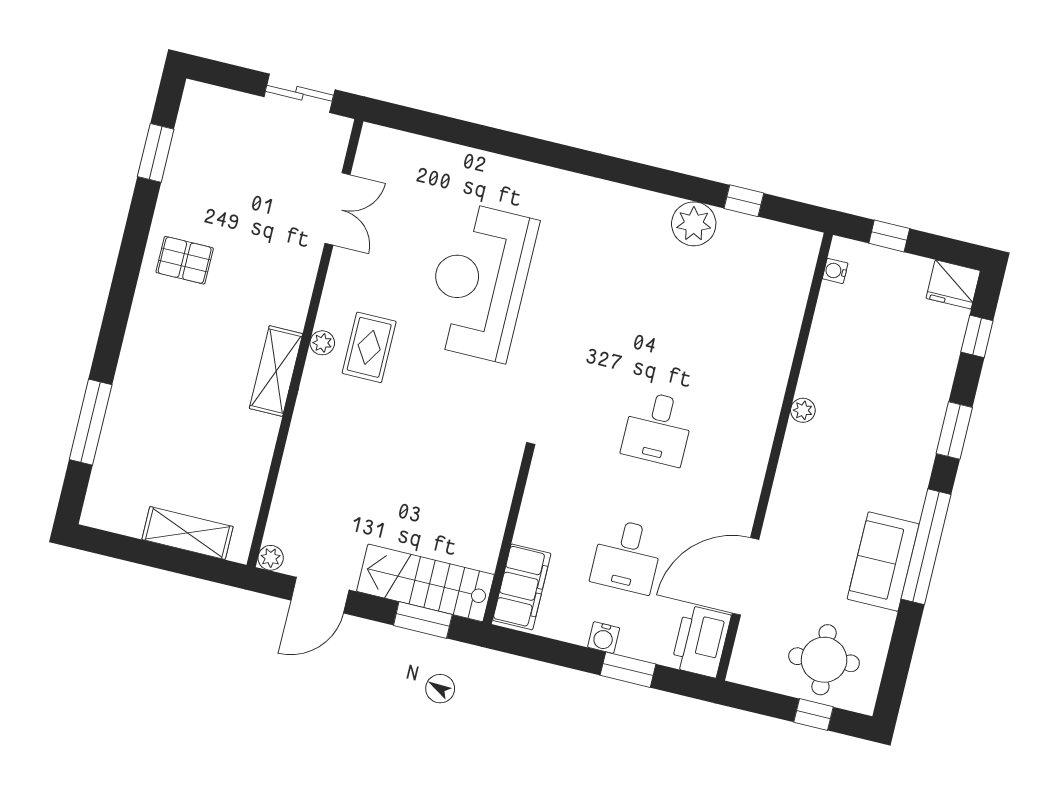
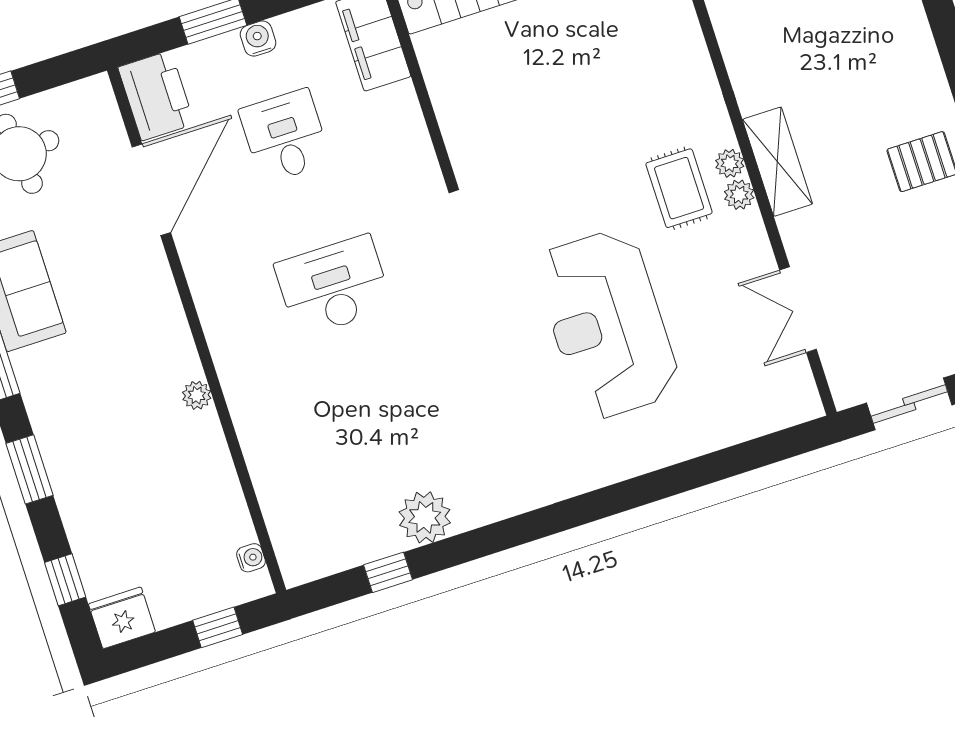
reception desk: (480, 282) -> (607, 324), turned 180
plant: (329, 316) -> (739, 195), added
shelving: (276, 371) -> (777, 162), moved
desk: (658, 428) -> (333, 286), width x1.37

